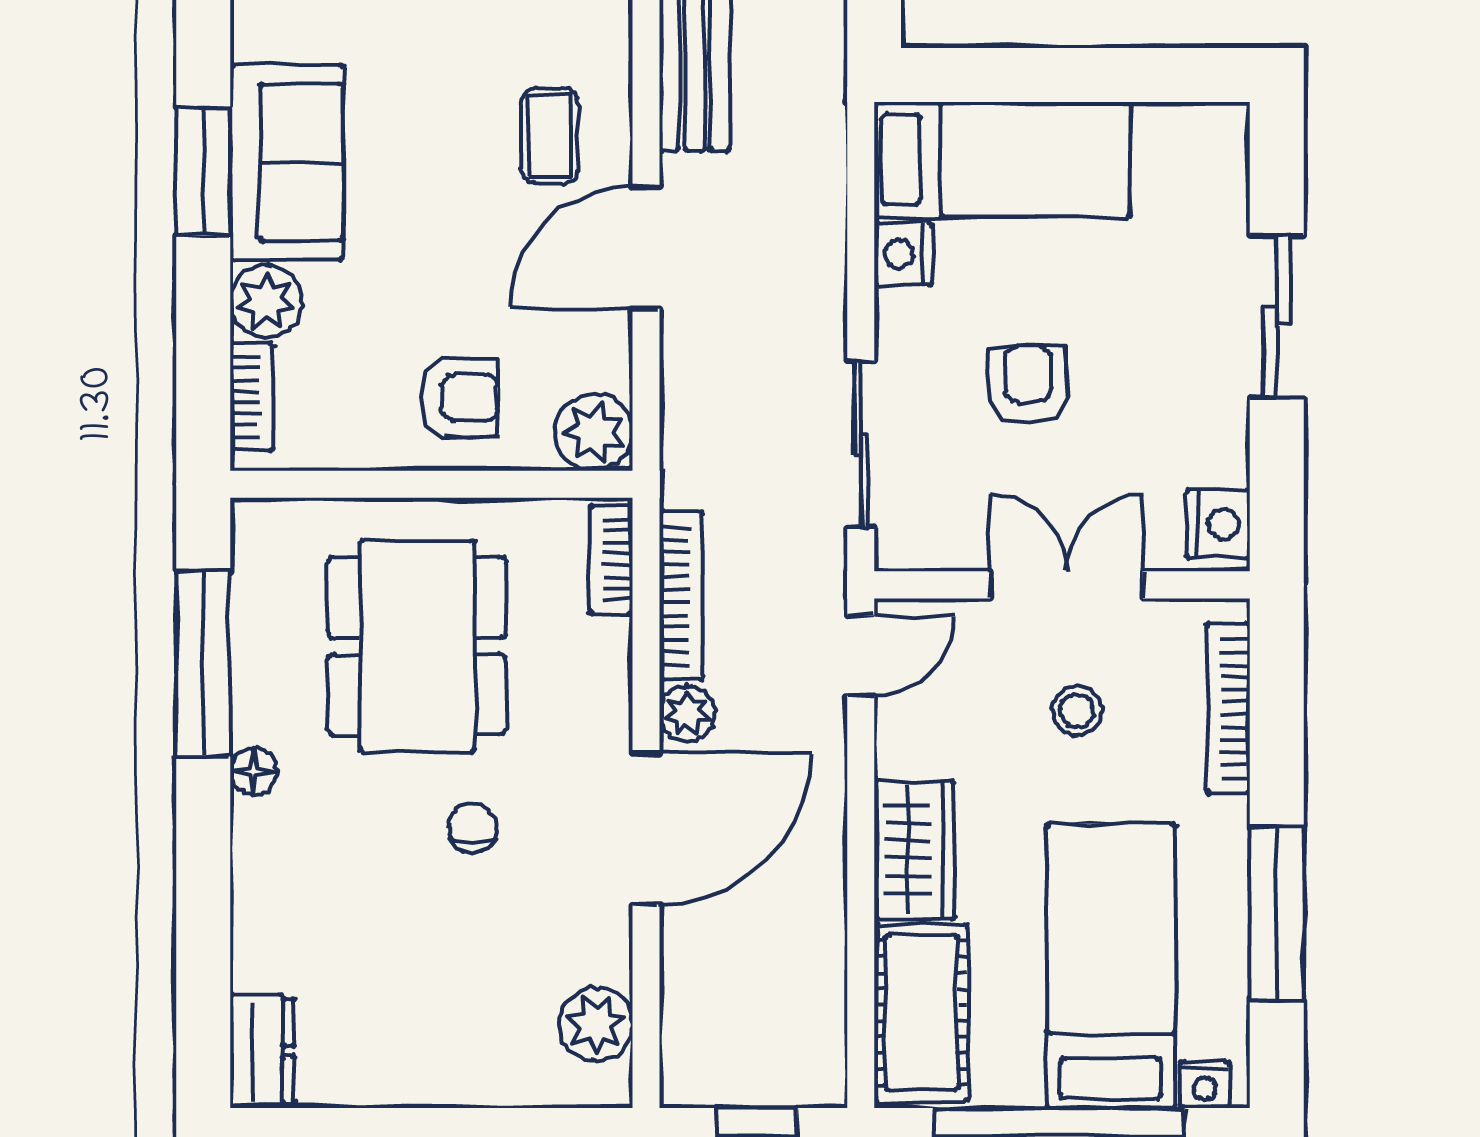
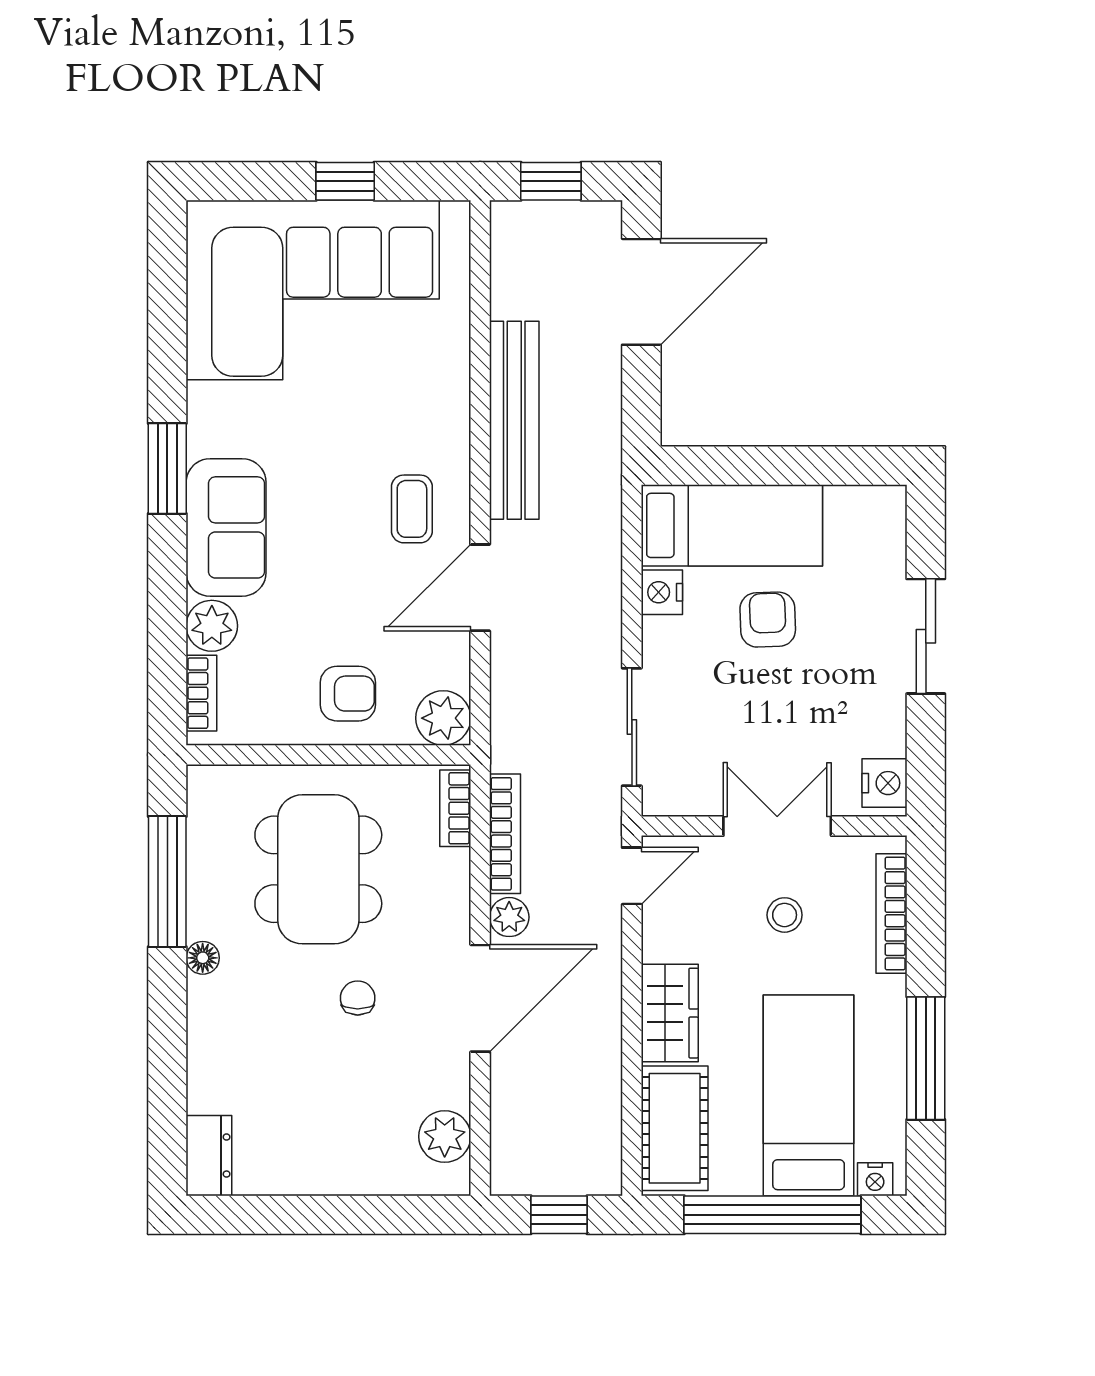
window: (203, 172) -> (167, 469), moved
armchair: (1028, 385) -> (768, 620), moved

